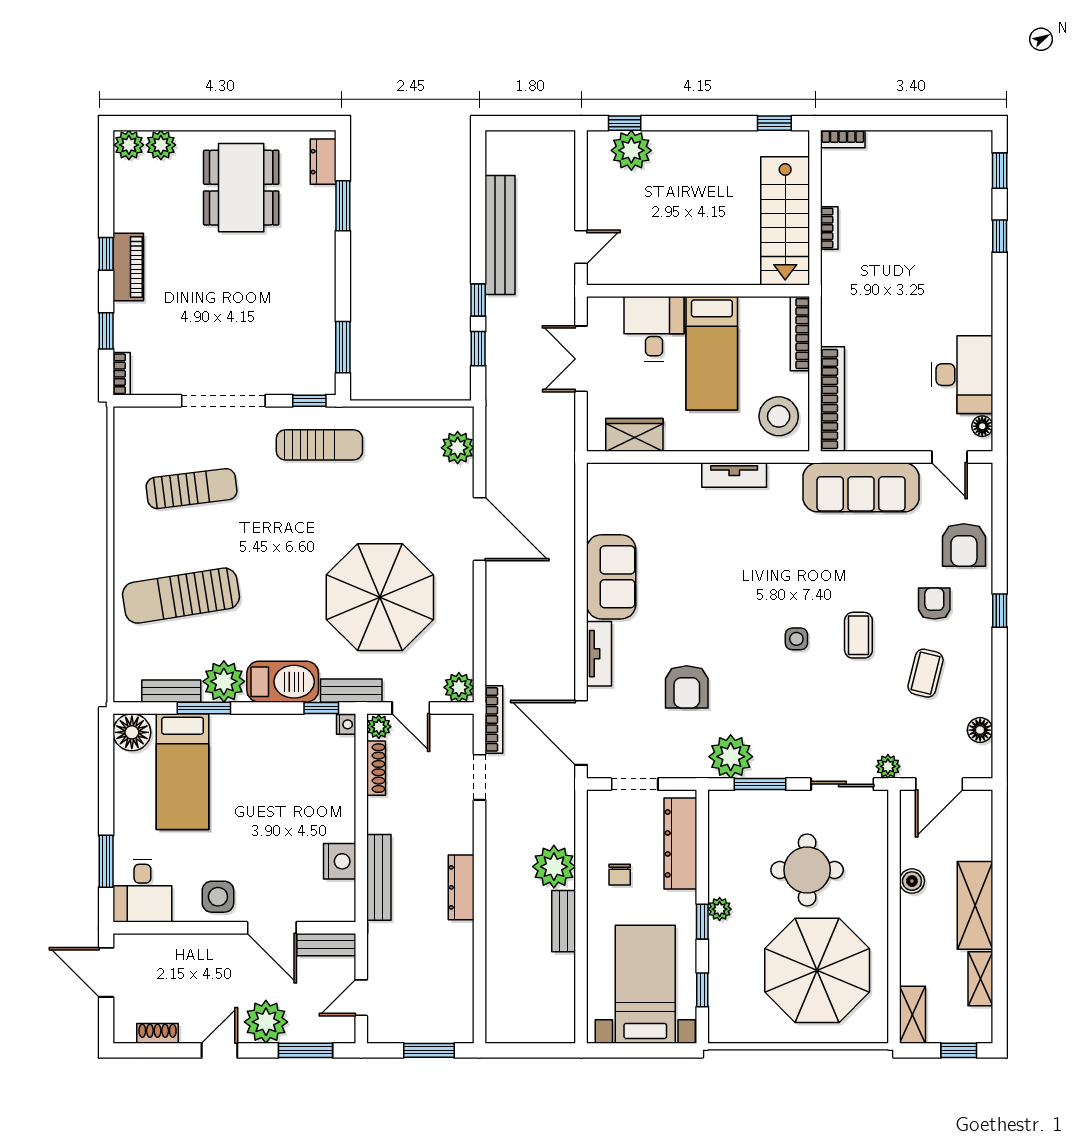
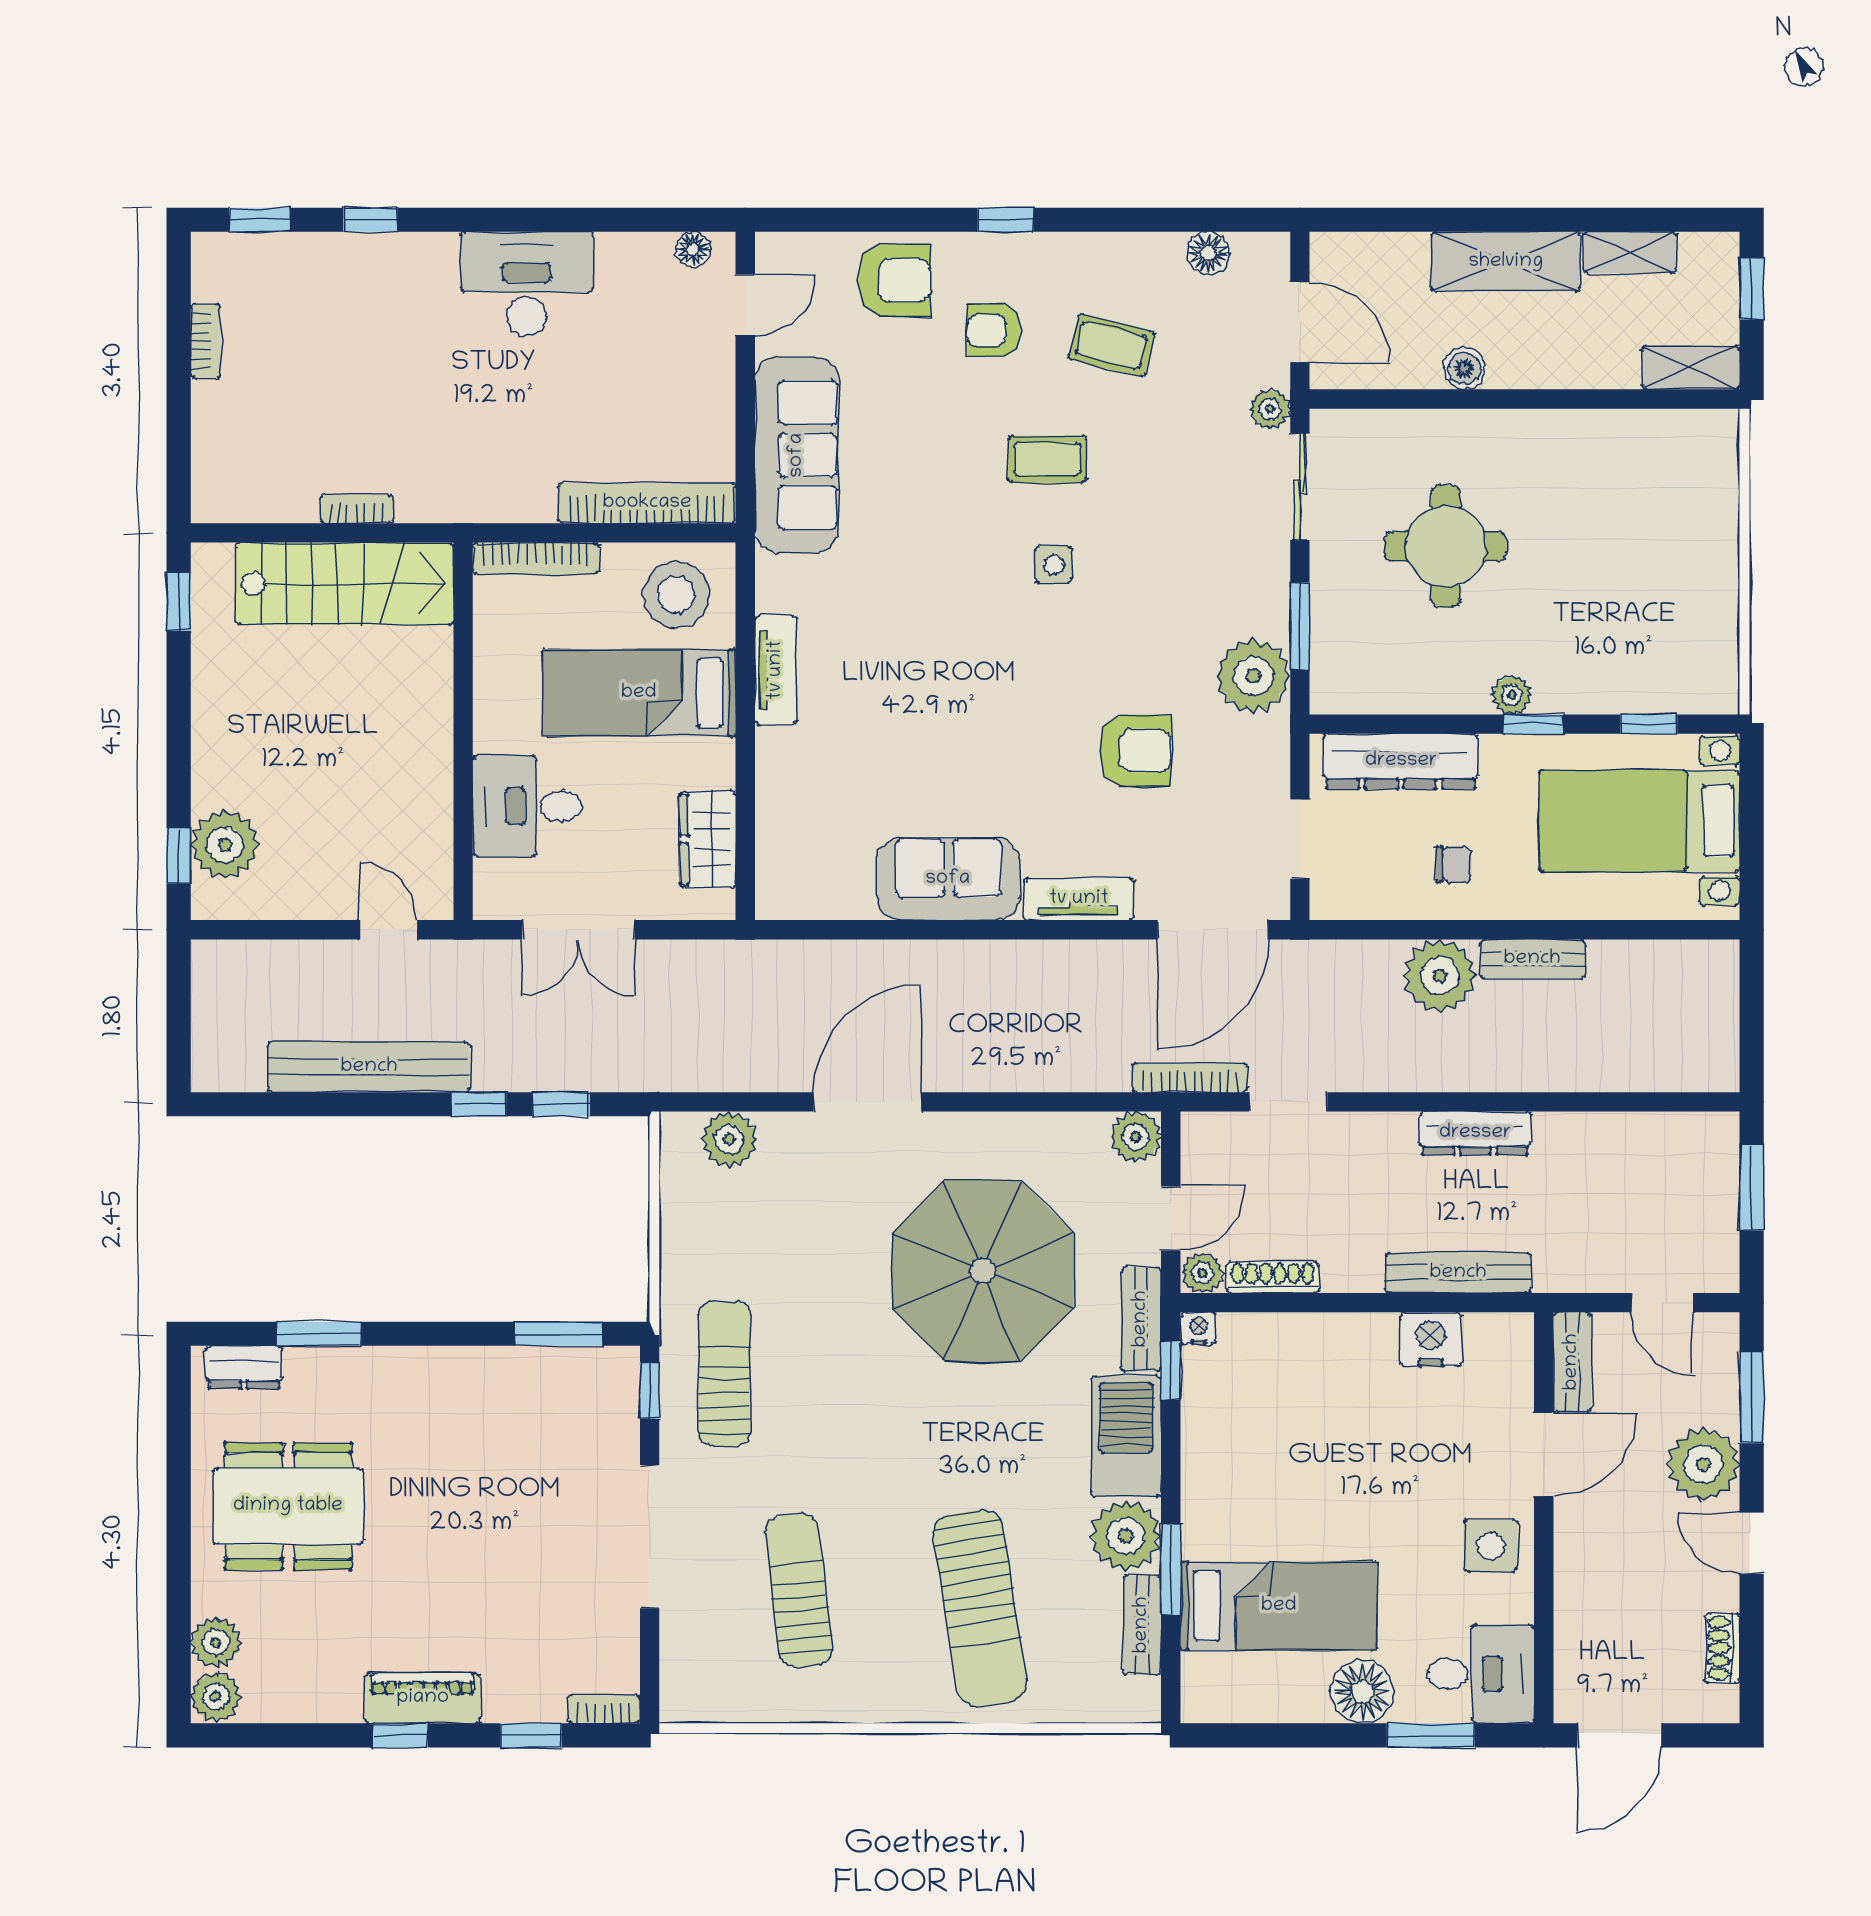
bookcase: (843, 139) -> (206, 341), moved
bed: (712, 353) -> (639, 693), moved, turned 180
desk: (962, 375) -> (527, 284), moved
floor lamp: (132, 732) -> (1362, 1692), moved
parasol: (817, 970) -> (1616, 529), removed

